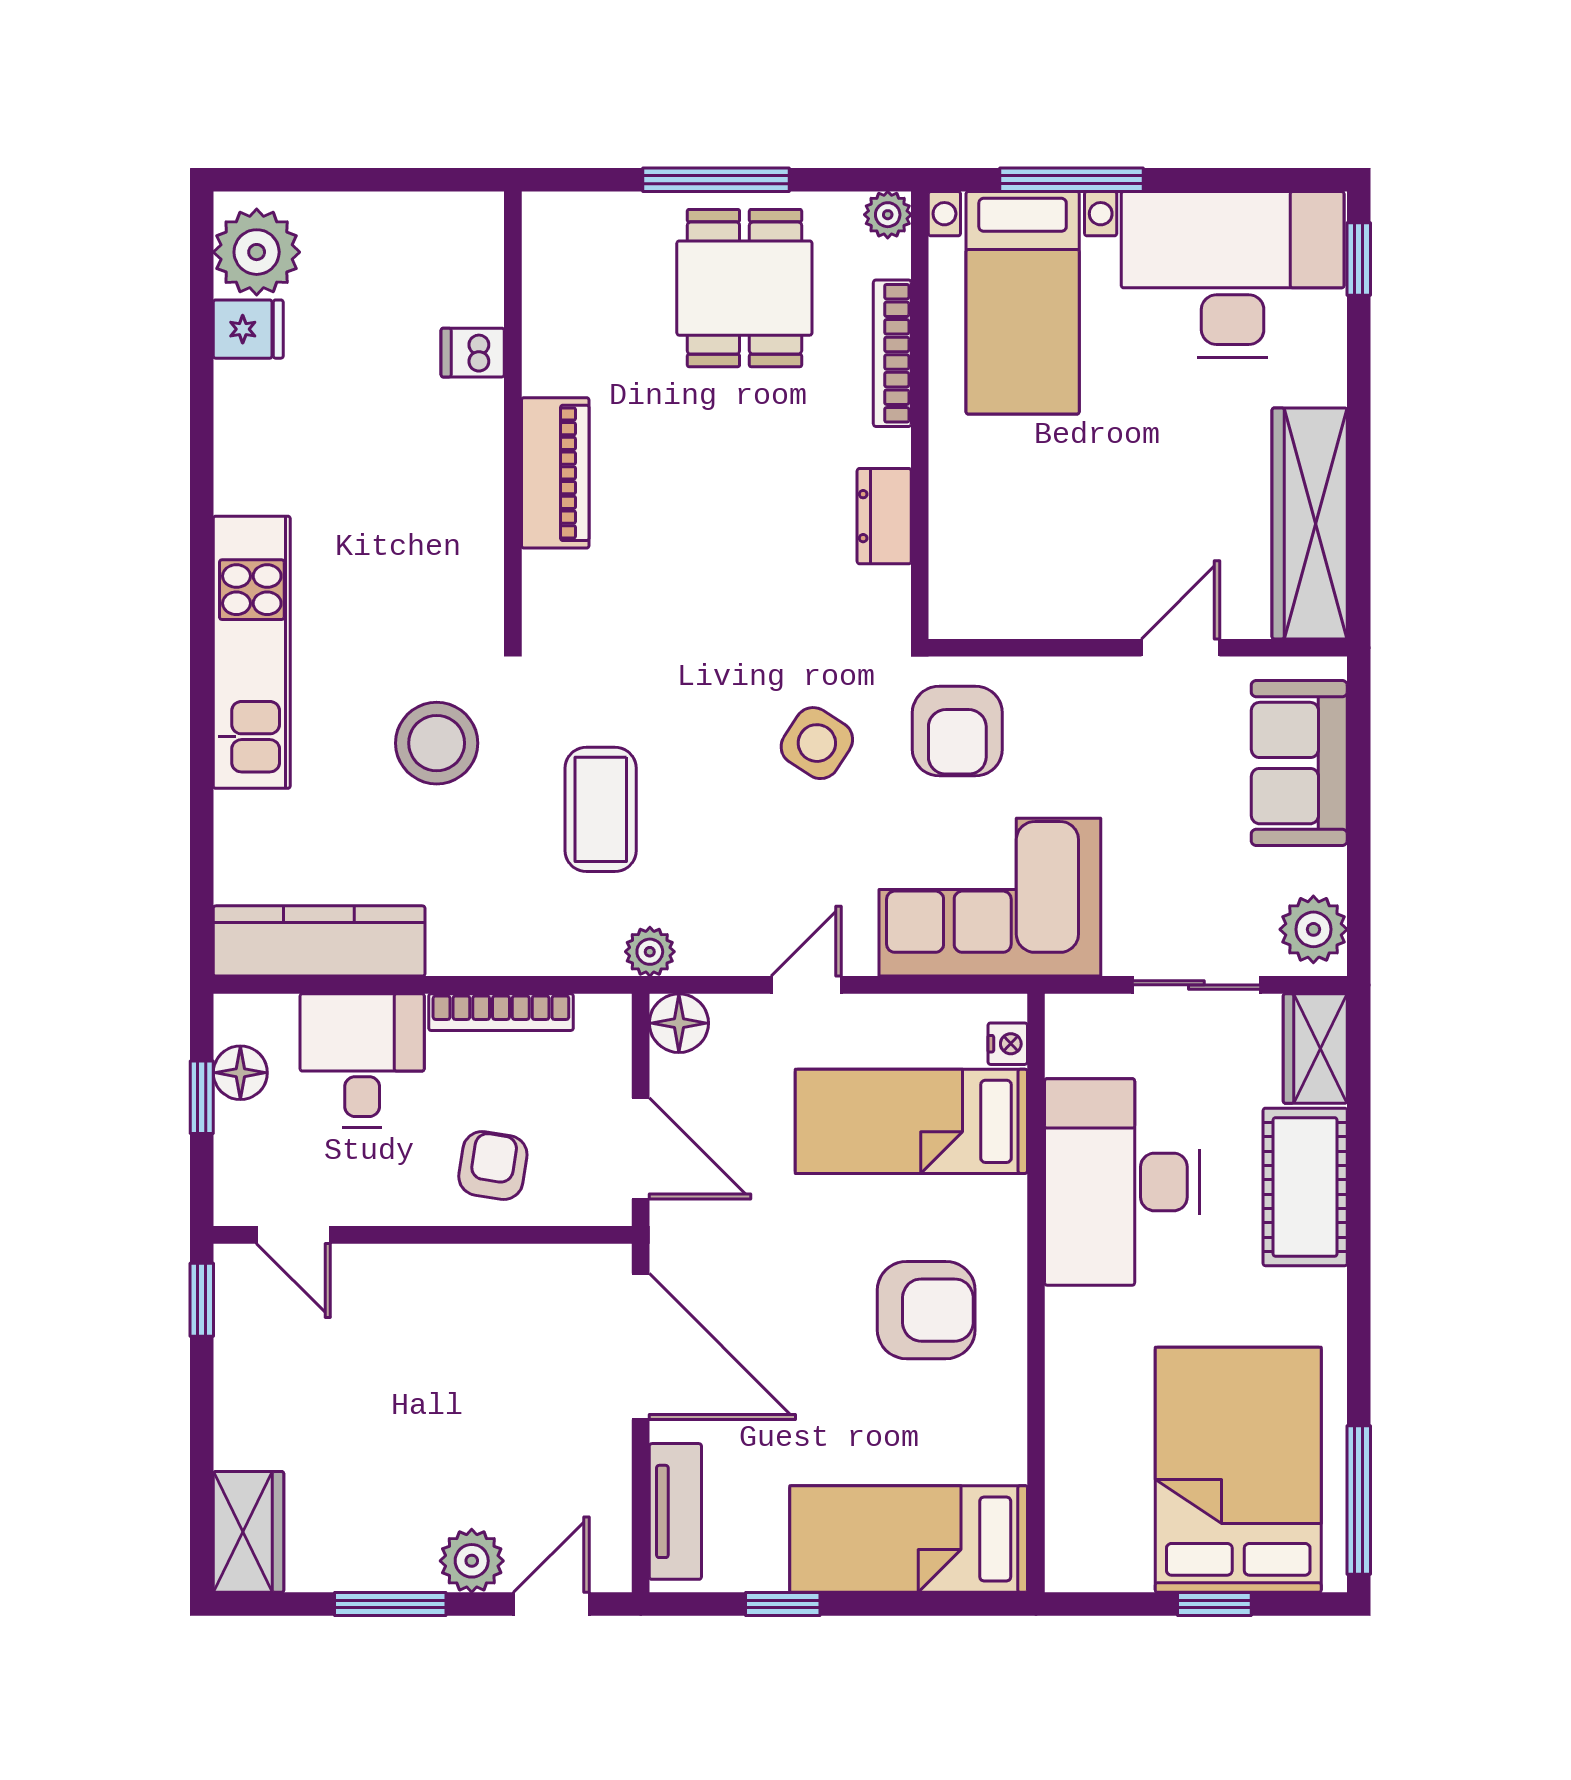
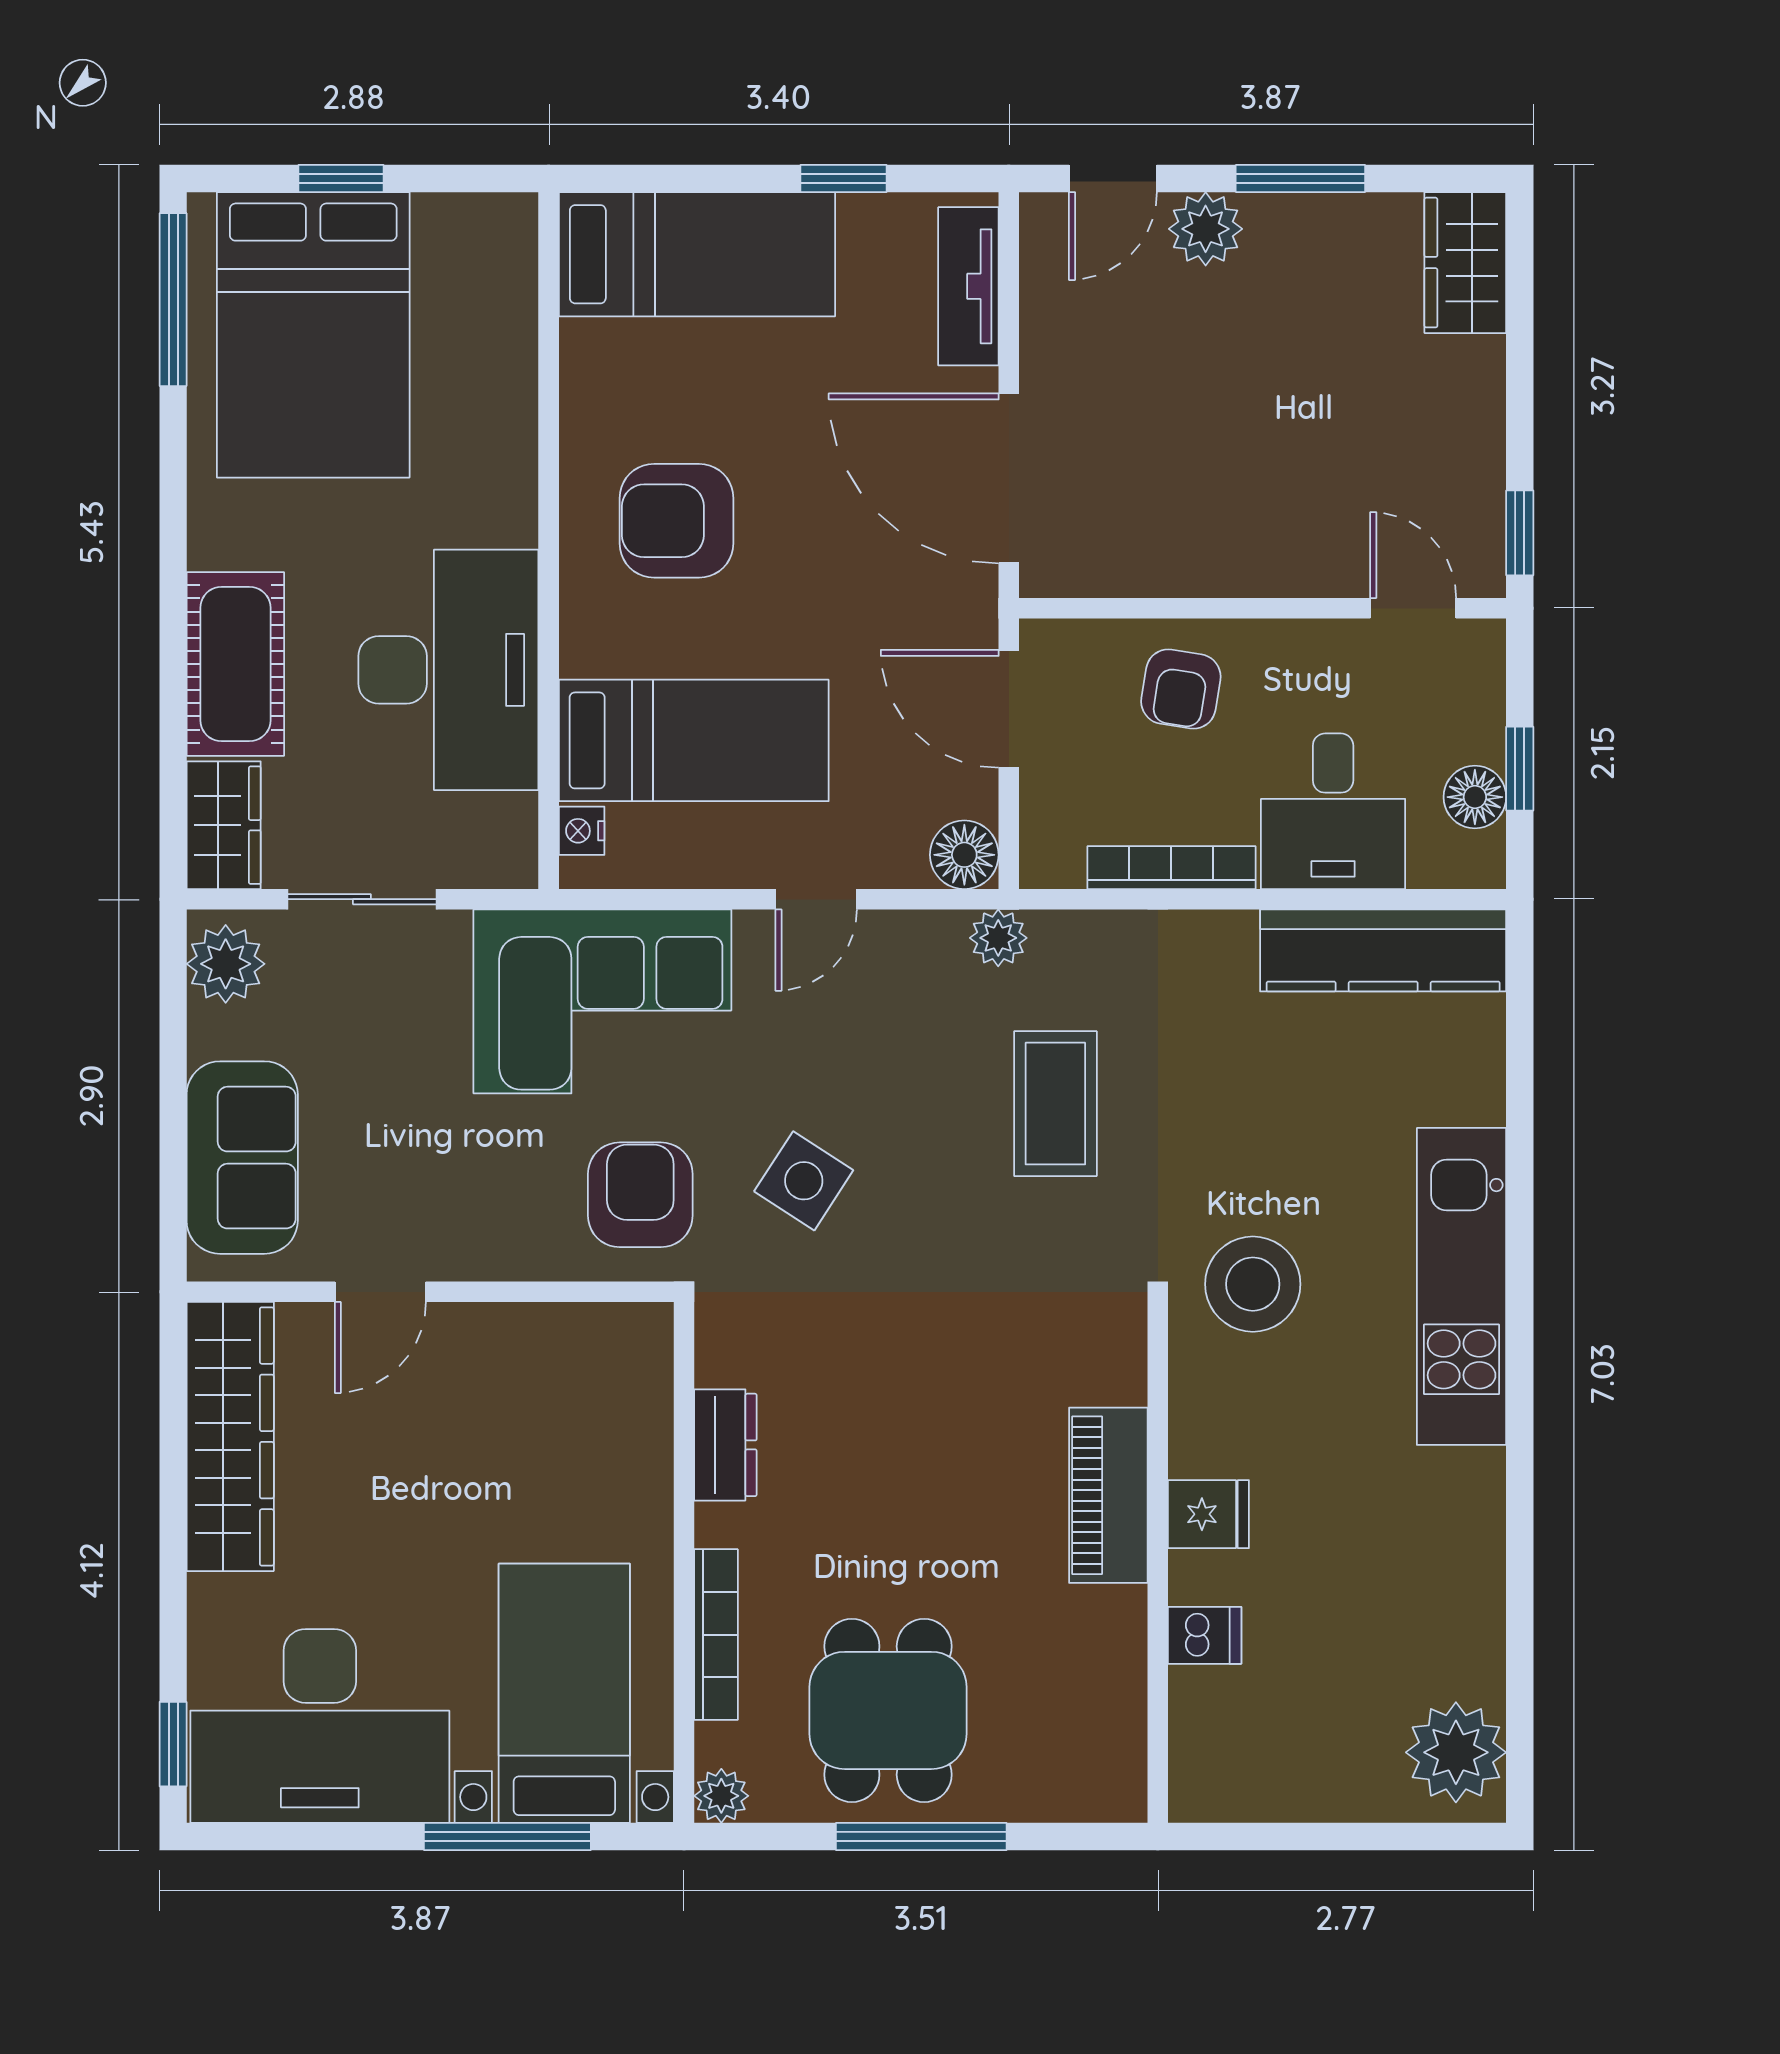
fridge: (248, 329) -> (1208, 1514), moved, turned 180
stool: (437, 743) -> (1253, 1284), moved

